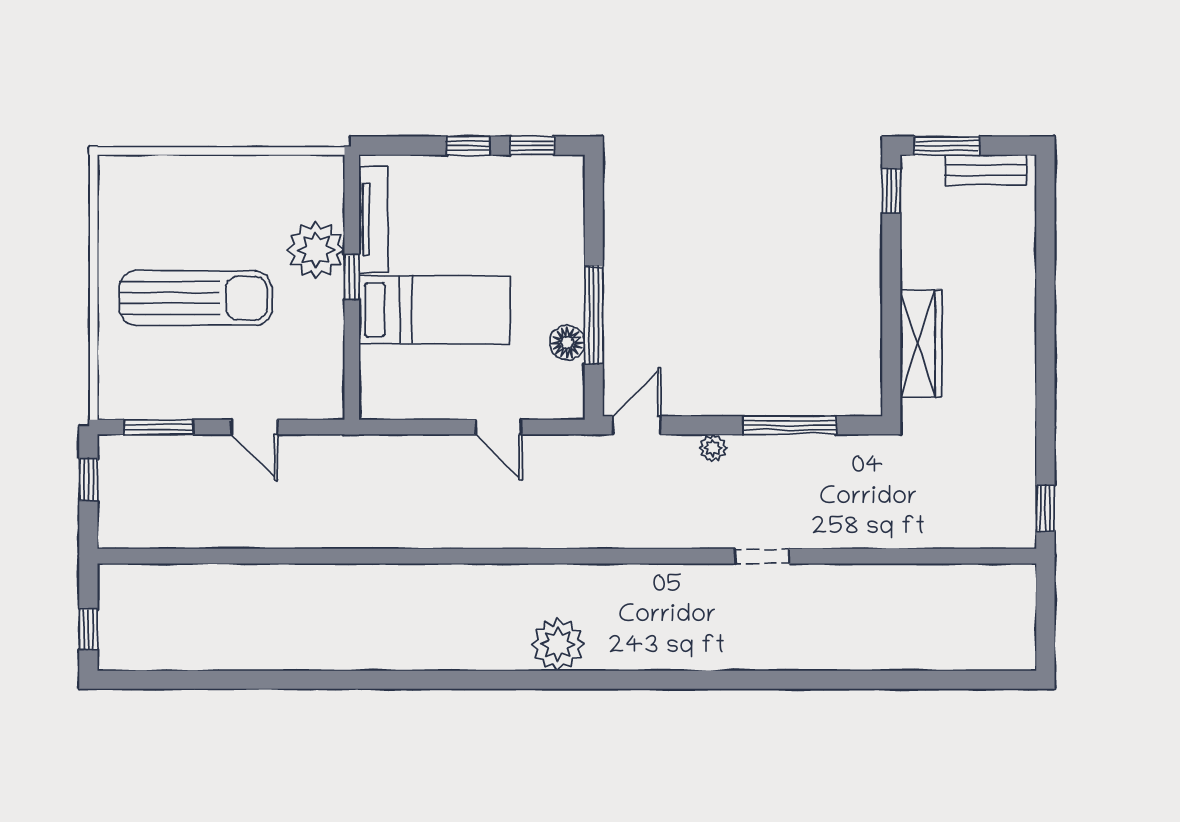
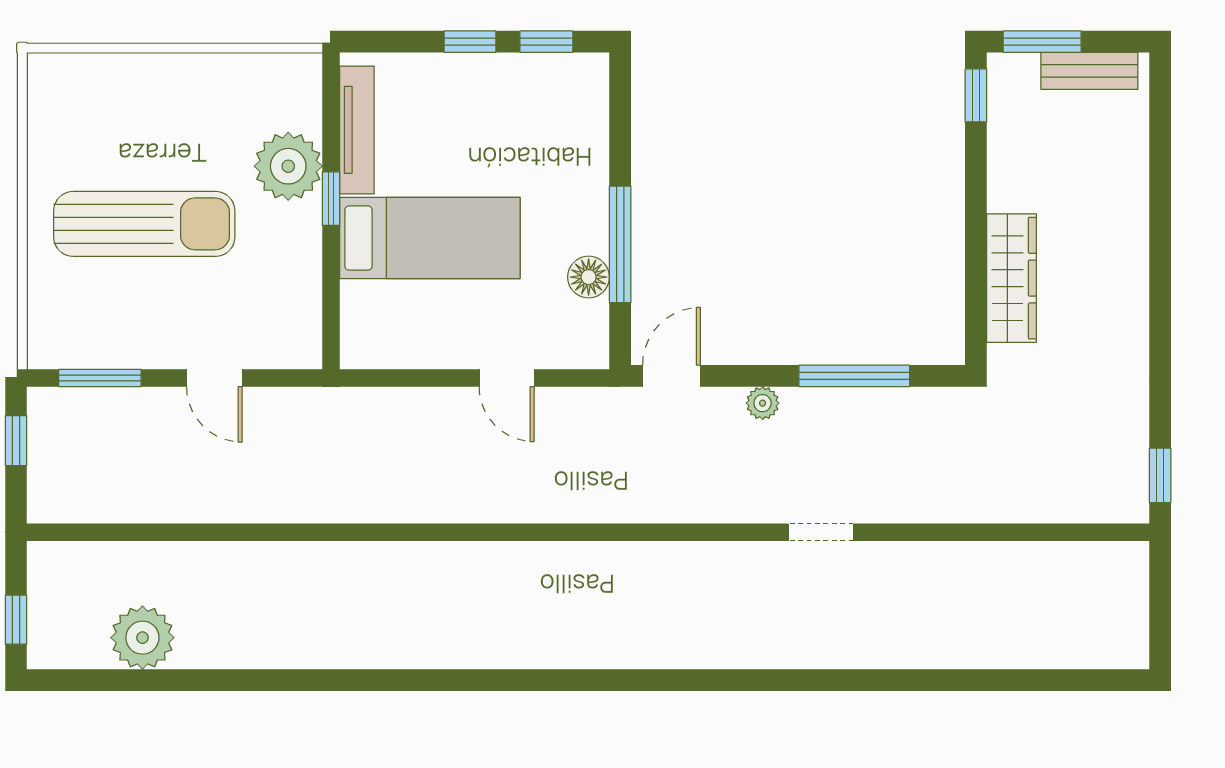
plant: (558, 644) -> (142, 638), moved

